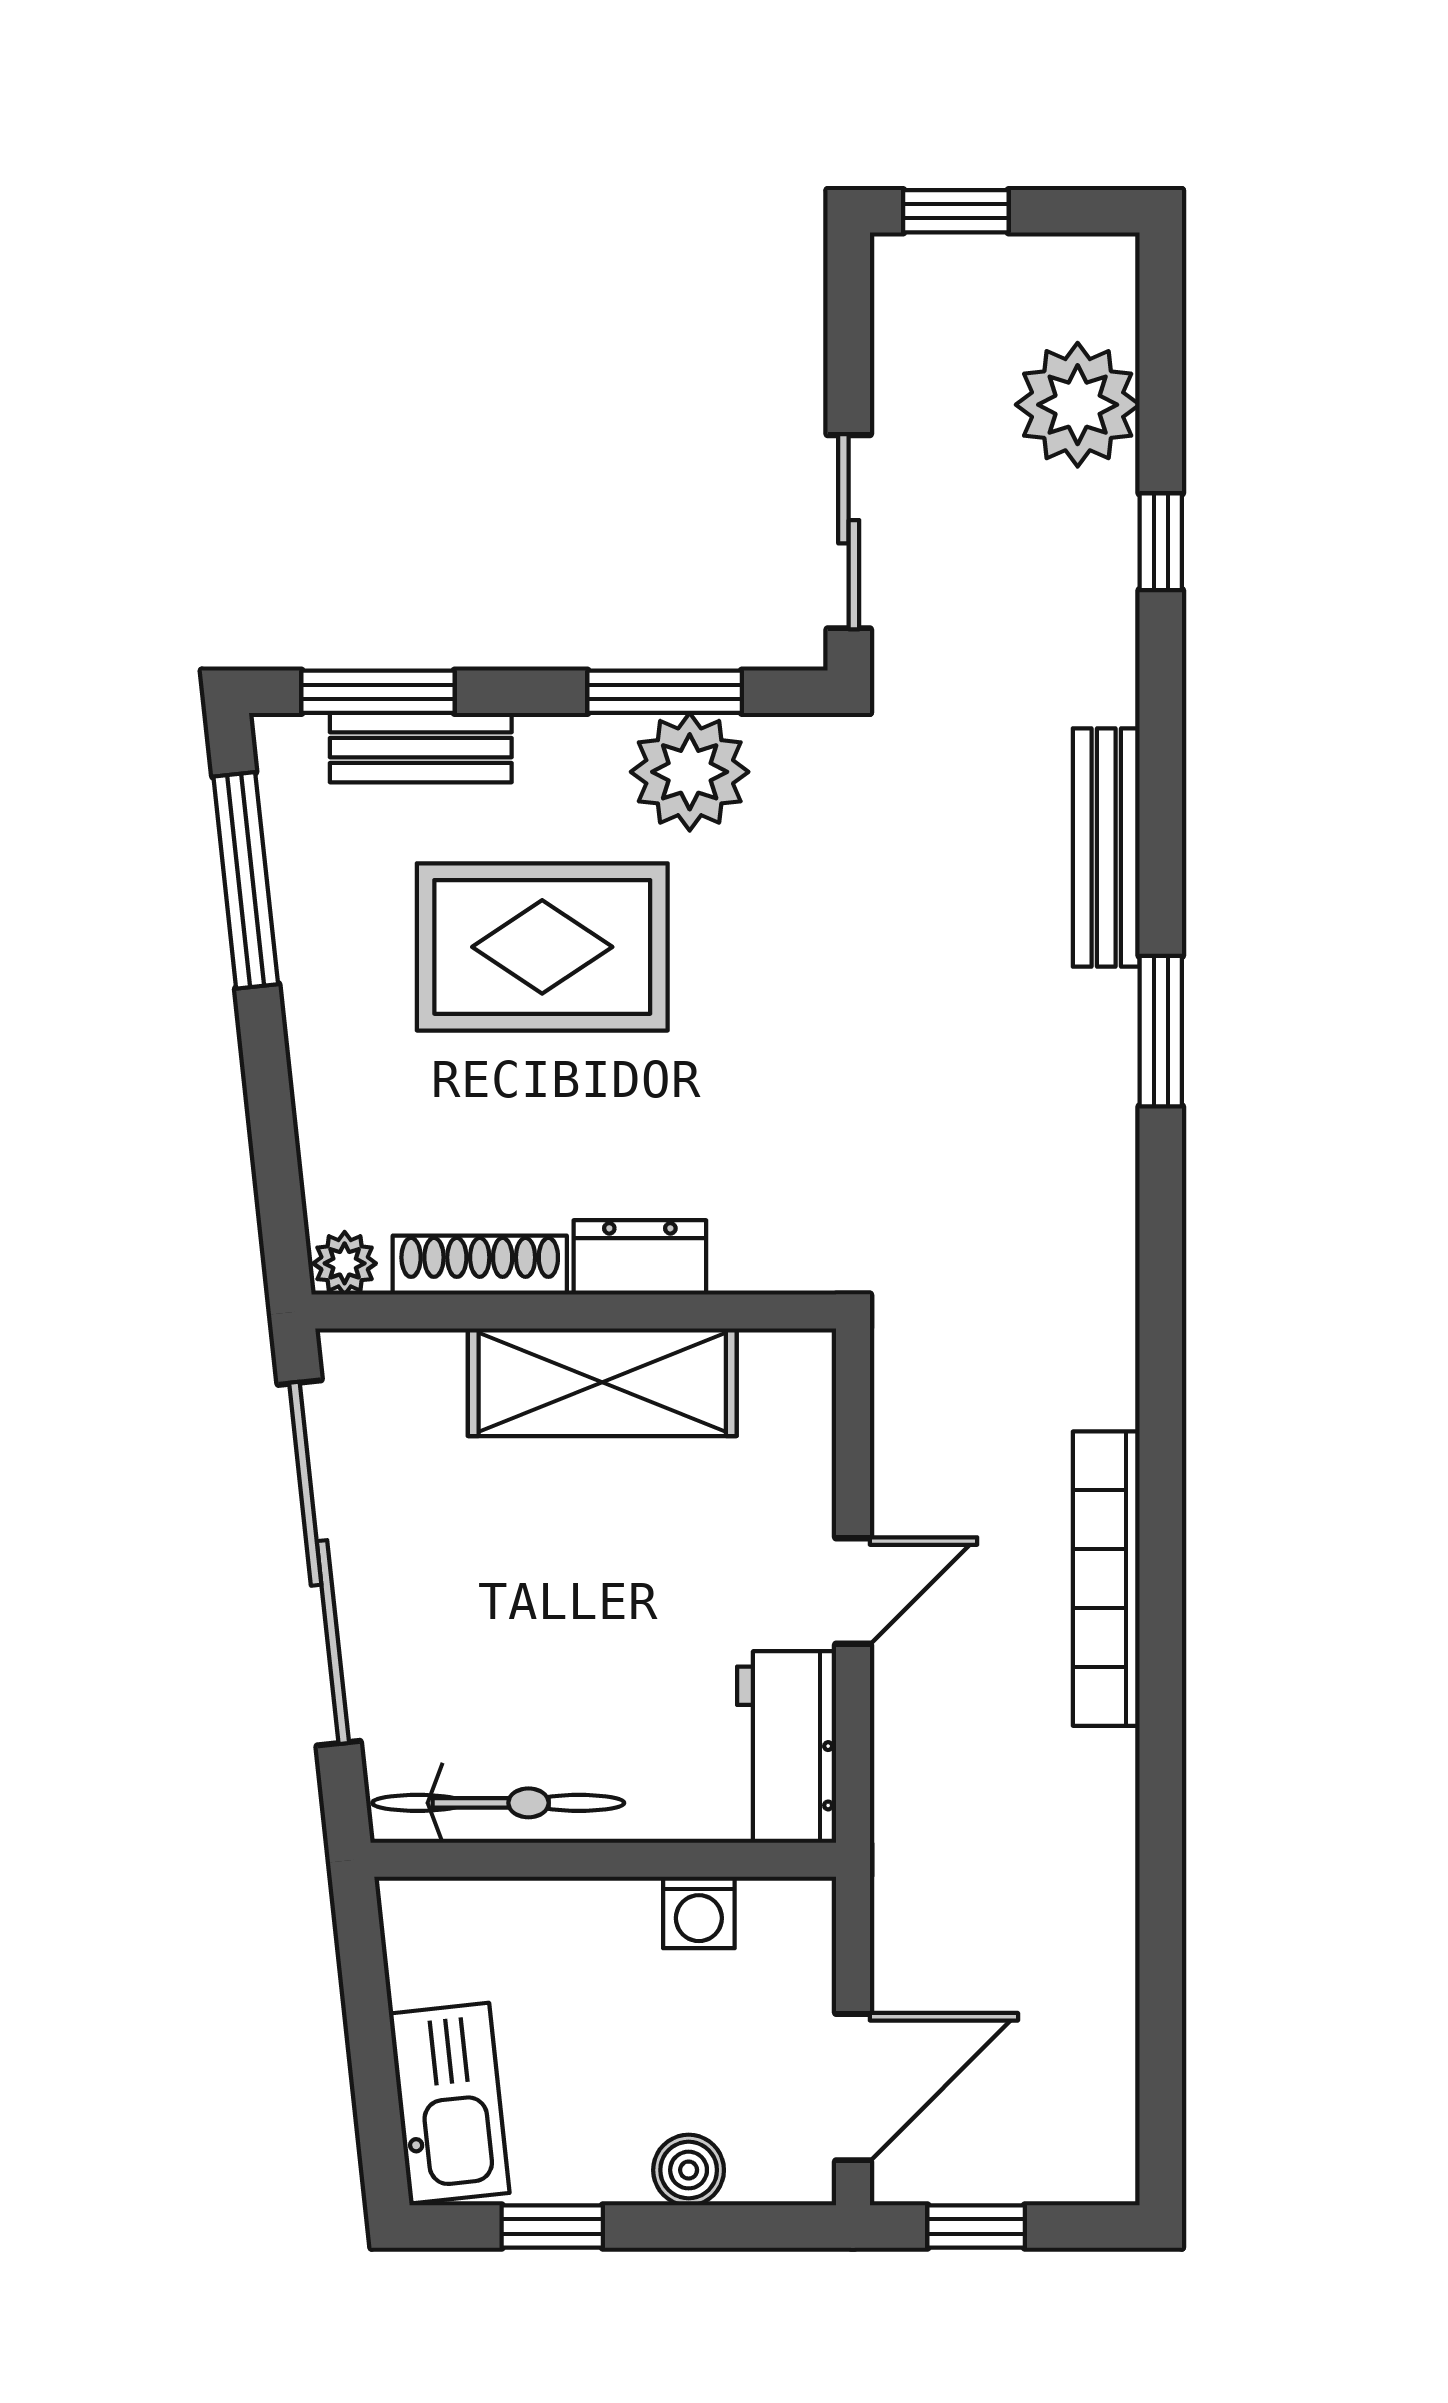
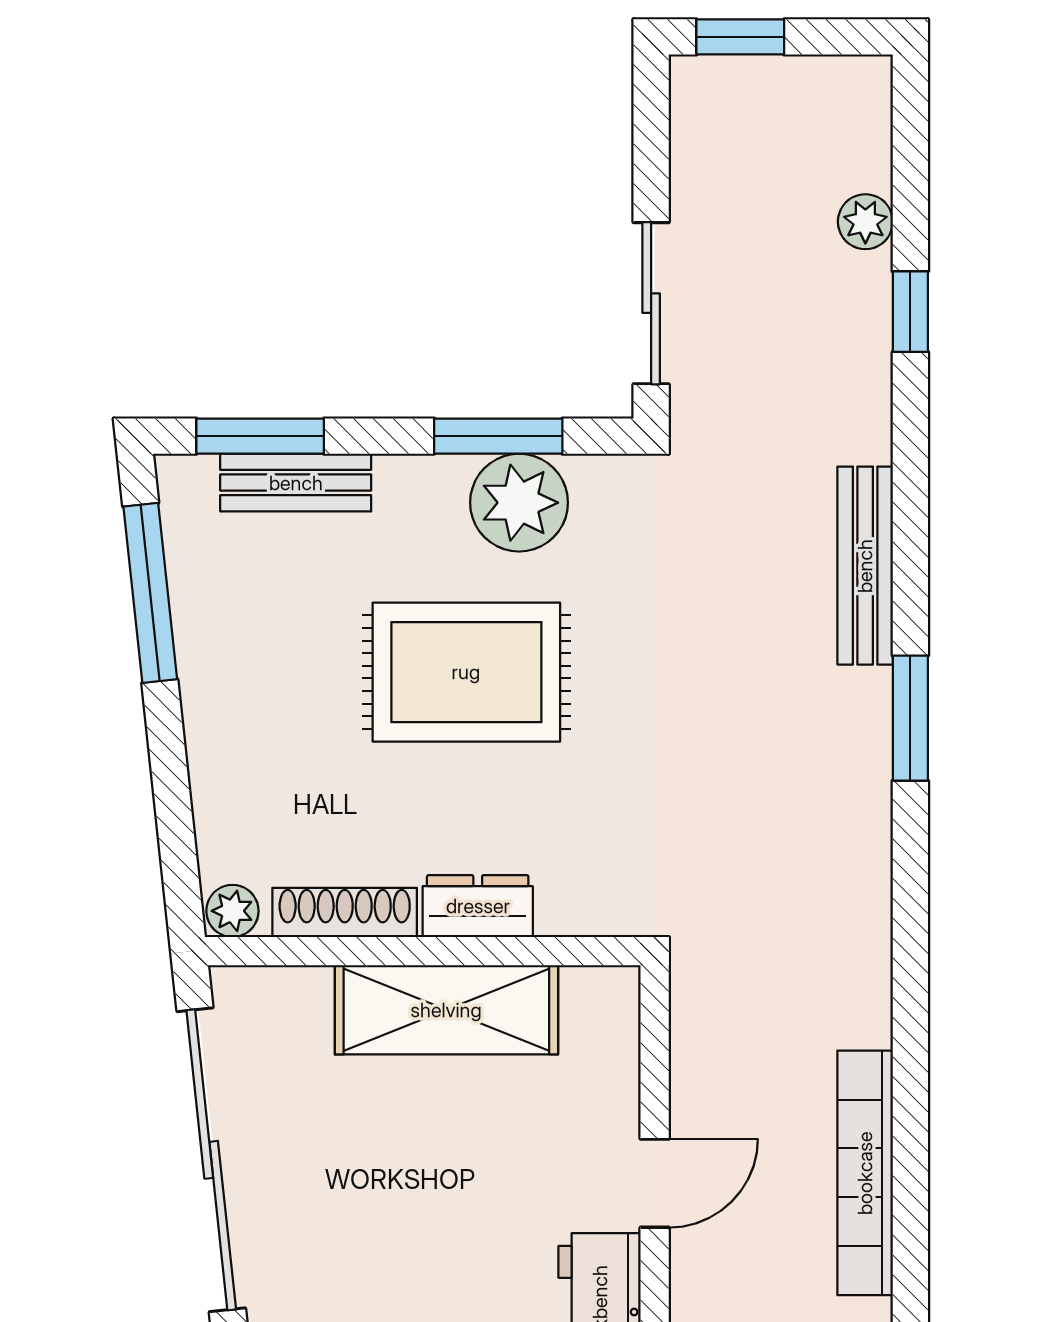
plant: (1078, 405) -> (865, 222), width x0.53, depth x0.53
rug: (542, 947) -> (466, 672), moved

